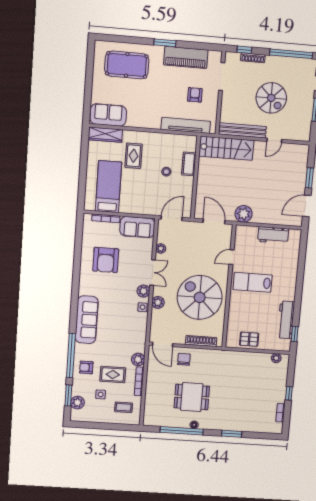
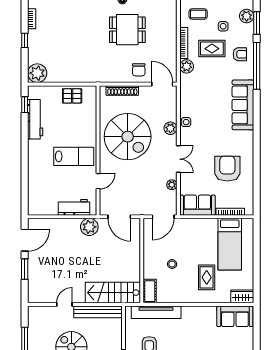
wardrobe: (105, 135) -> (242, 296), width x0.67
cot: (189, 164) -> (150, 291), moved
workbench: (273, 235) -> (74, 207), moved
double door: (153, 273) -> (178, 159), swing flipped
plant: (144, 291) -> (186, 139), removed
plant: (276, 358) -> (37, 73), width x1.88, depth x1.88

